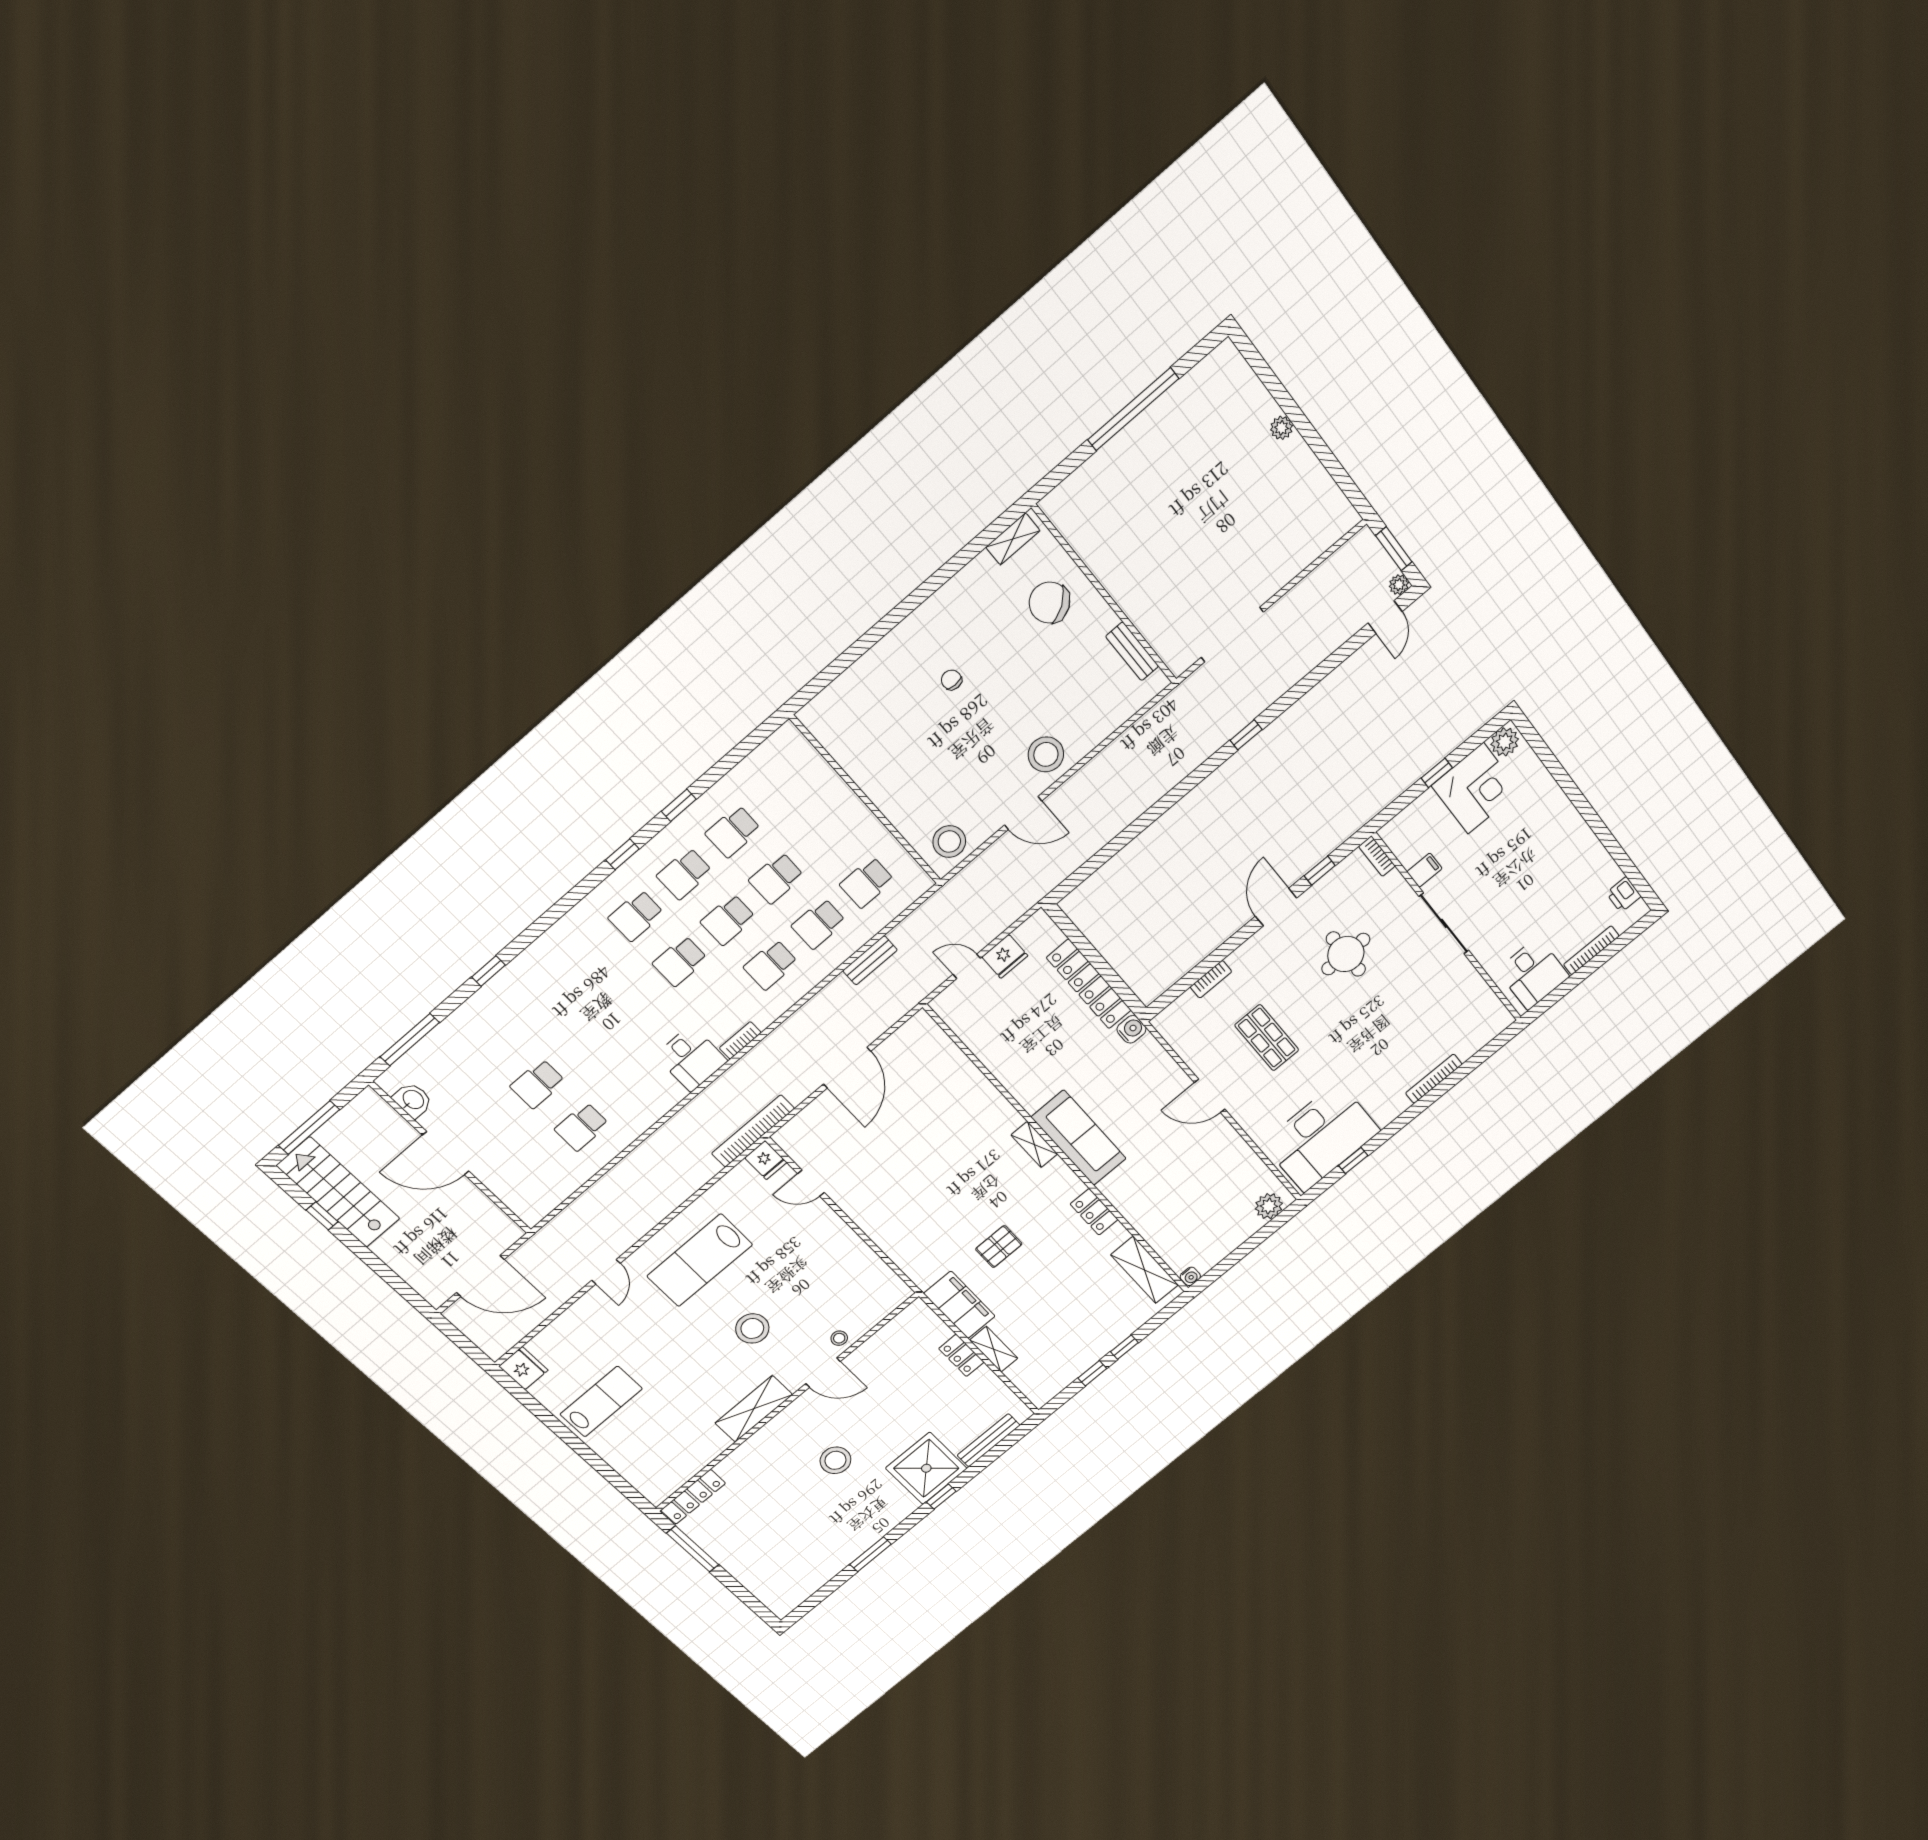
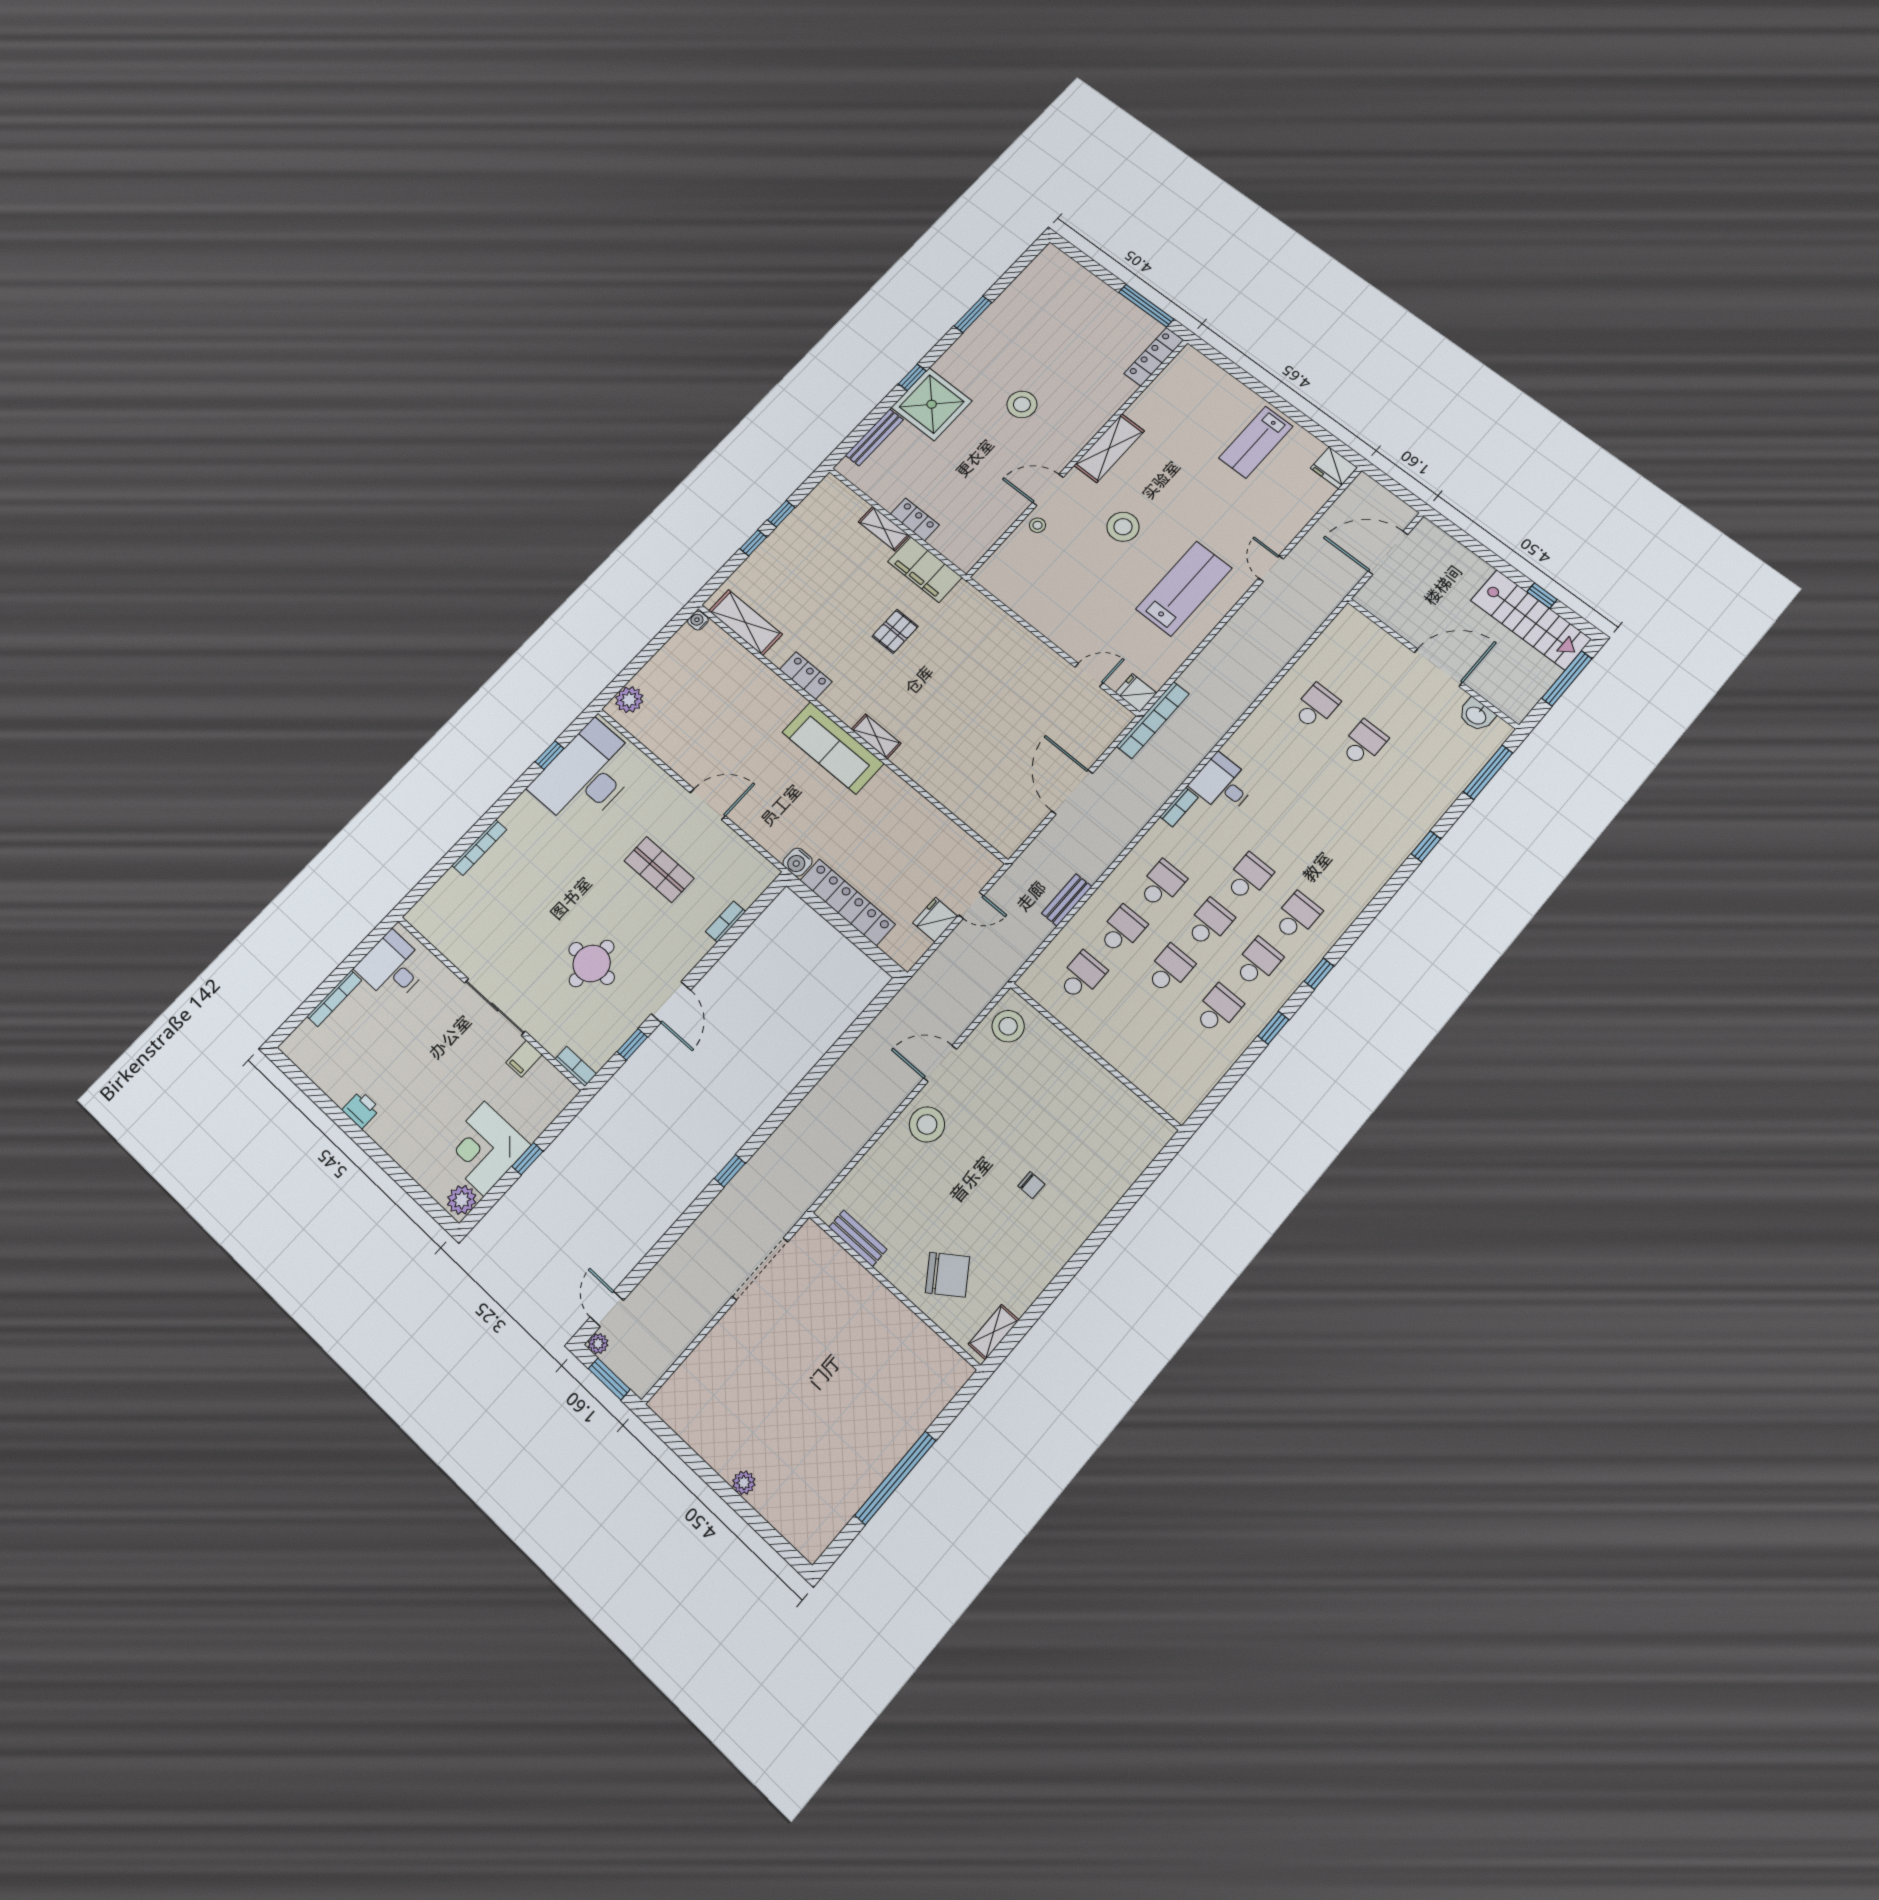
printer: (1624, 895) -> (361, 1110), moved

